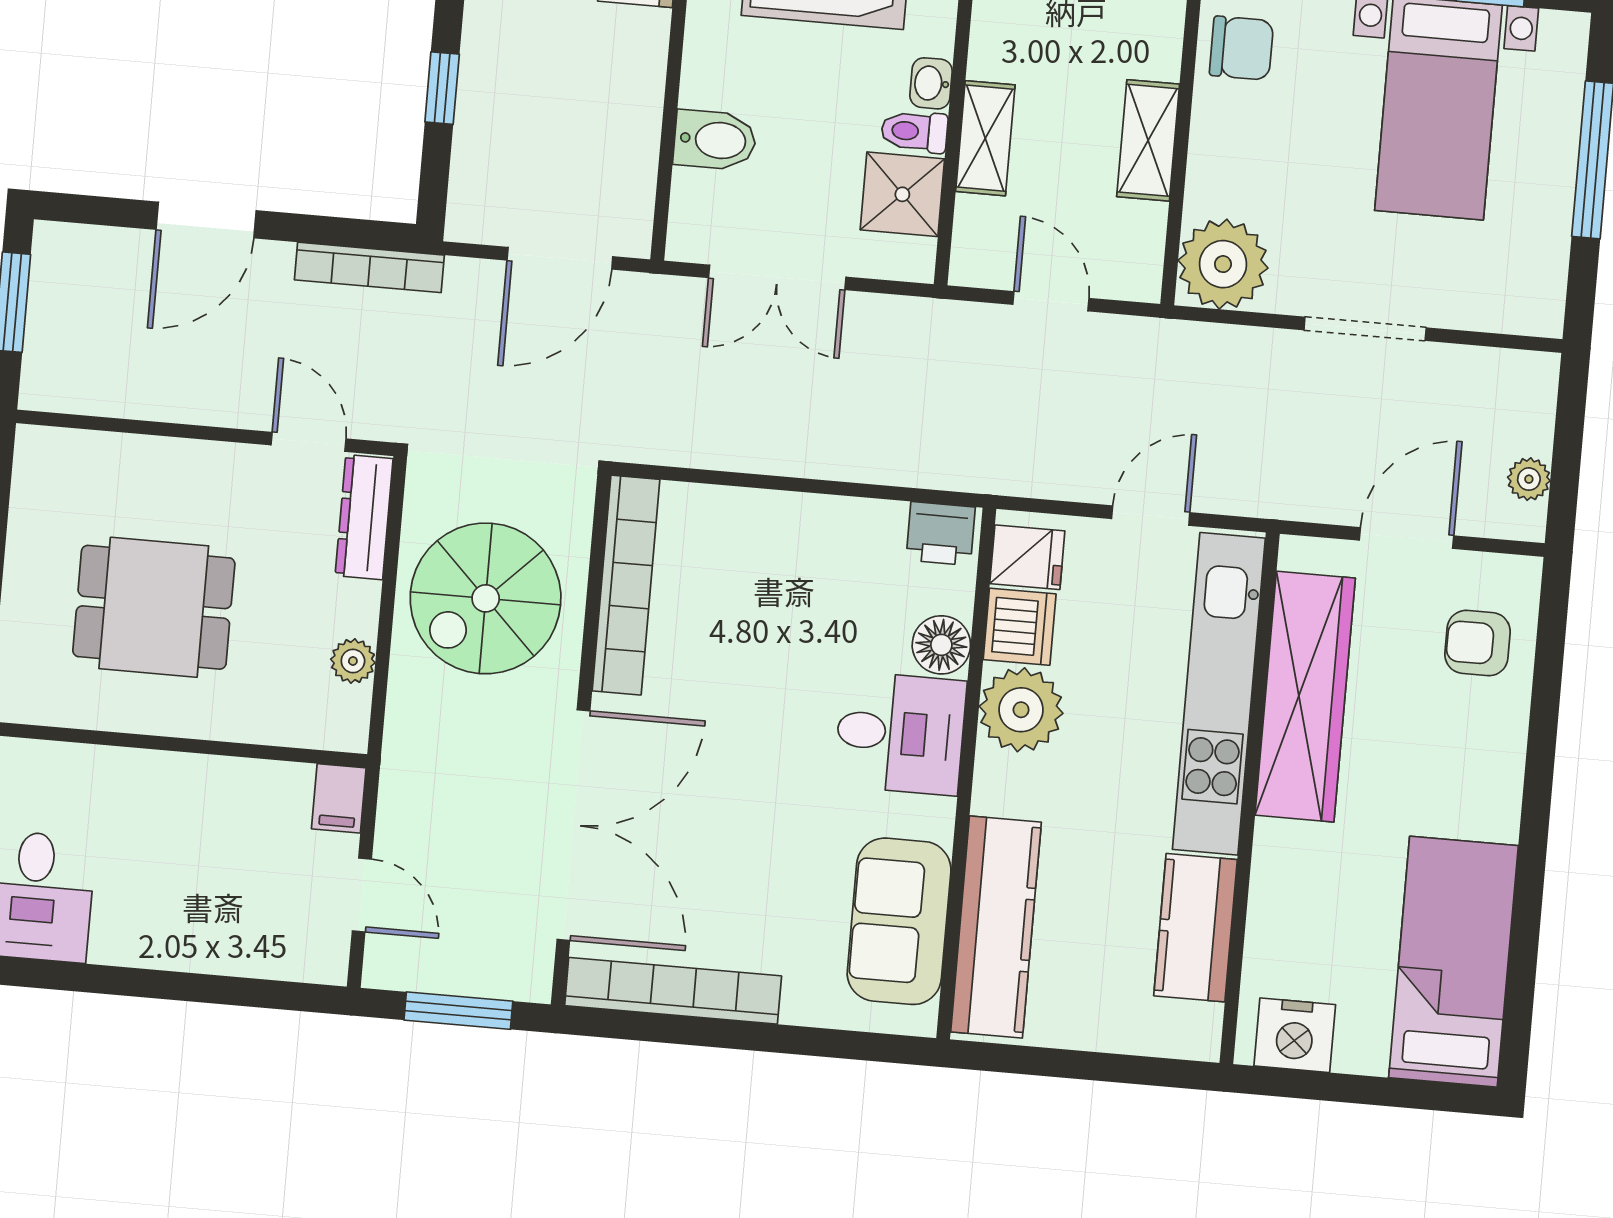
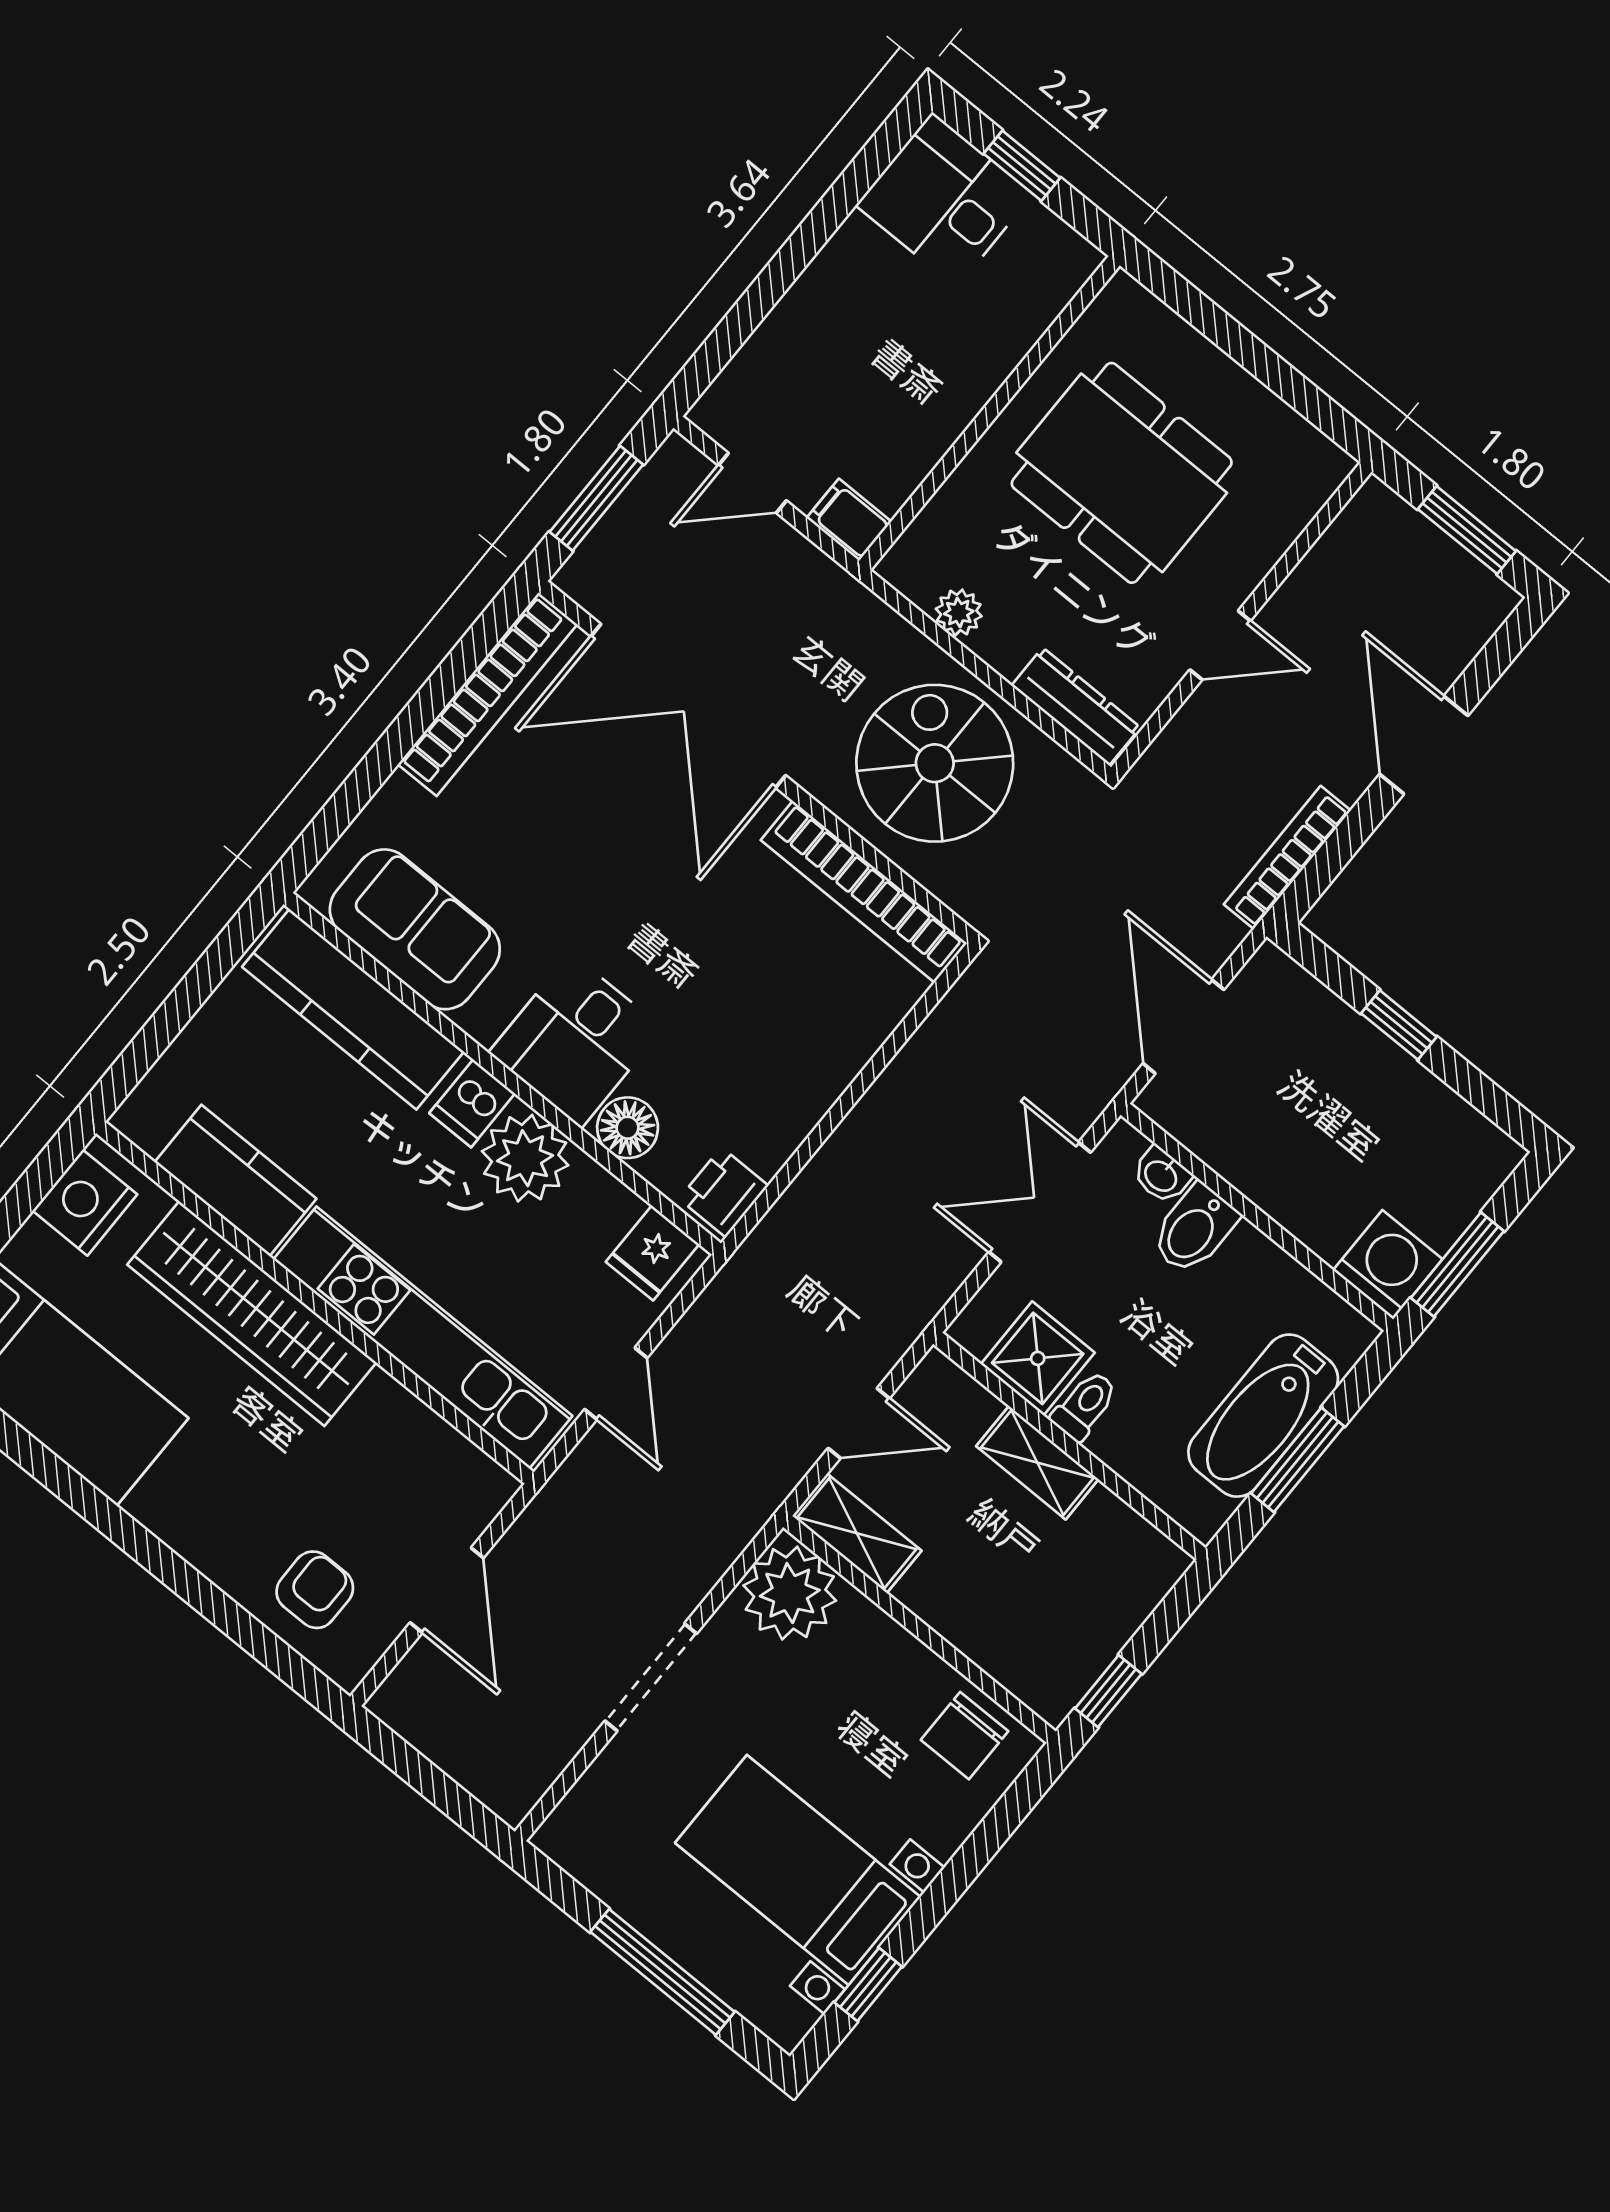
washbasin: (931, 83) -> (1161, 1175), moved, turned 180
shelving: (1148, 140) -> (857, 1533), moved
door: (309, 442) -> (1220, 645), moved
plant: (1529, 479) -> (426, 1730), removed
dining table: (154, 607) -> (1122, 473), width x1.38
dishwasher: (1020, 627) -> (472, 1103), moved, width x0.73
wardrobe: (1305, 697) -> (252, 1314), moved

